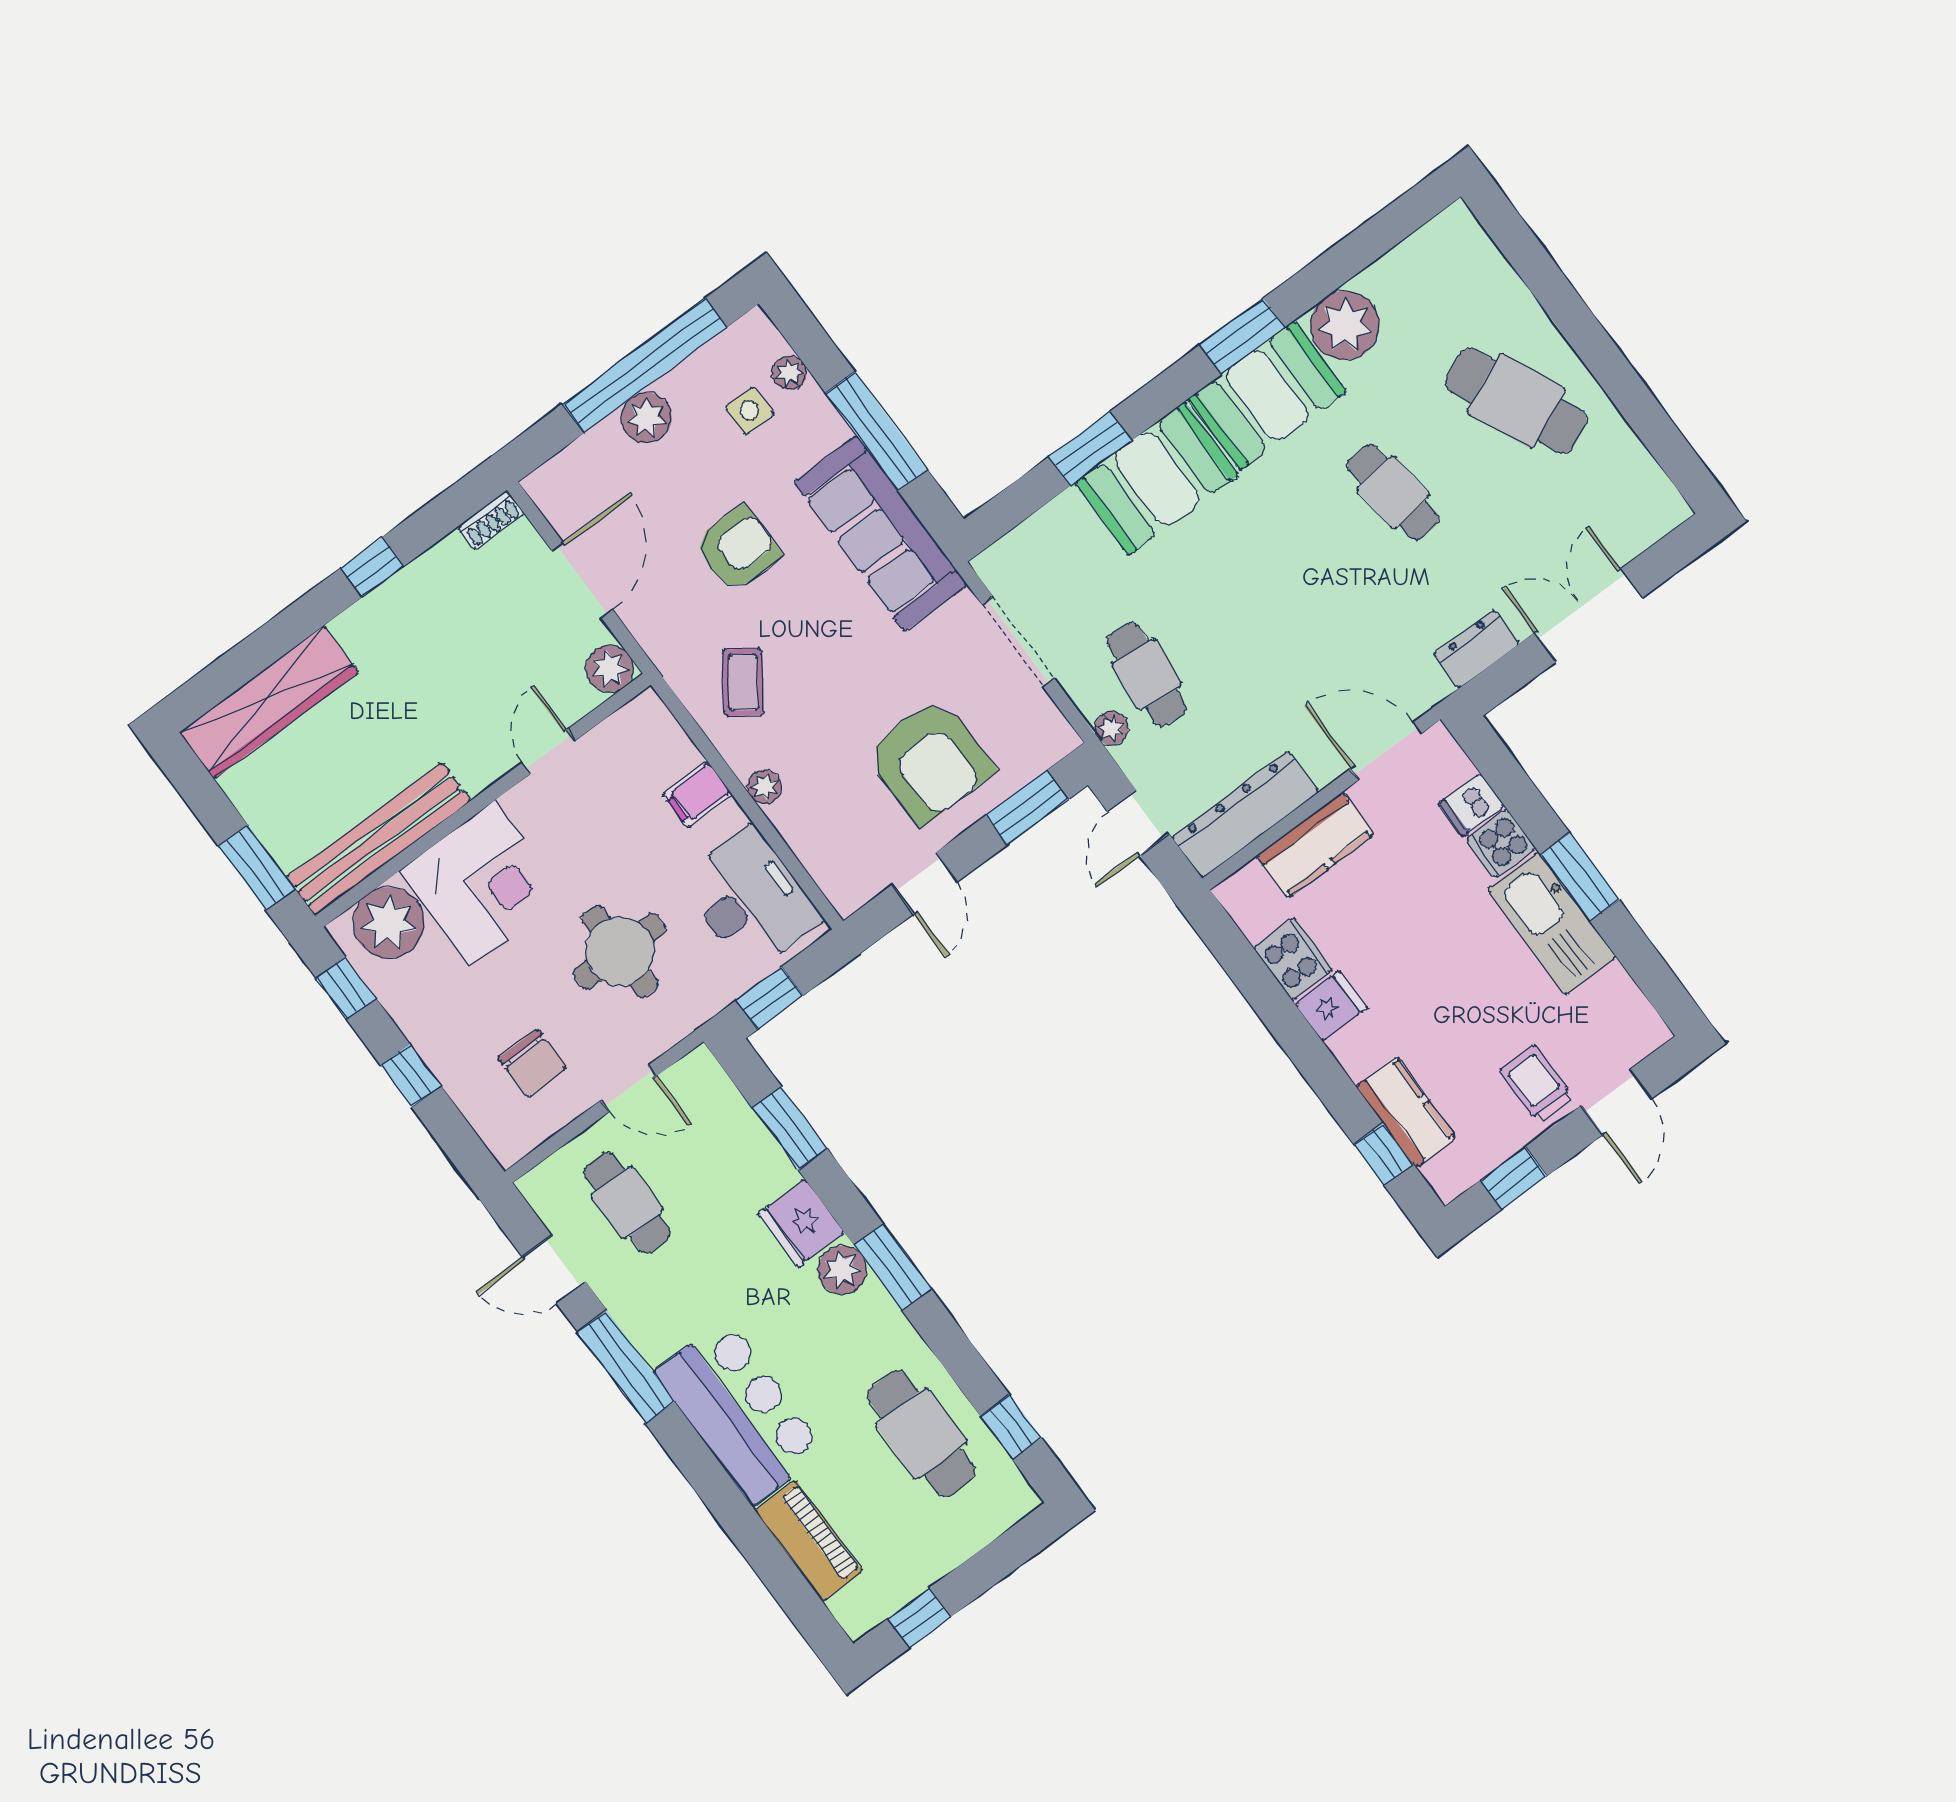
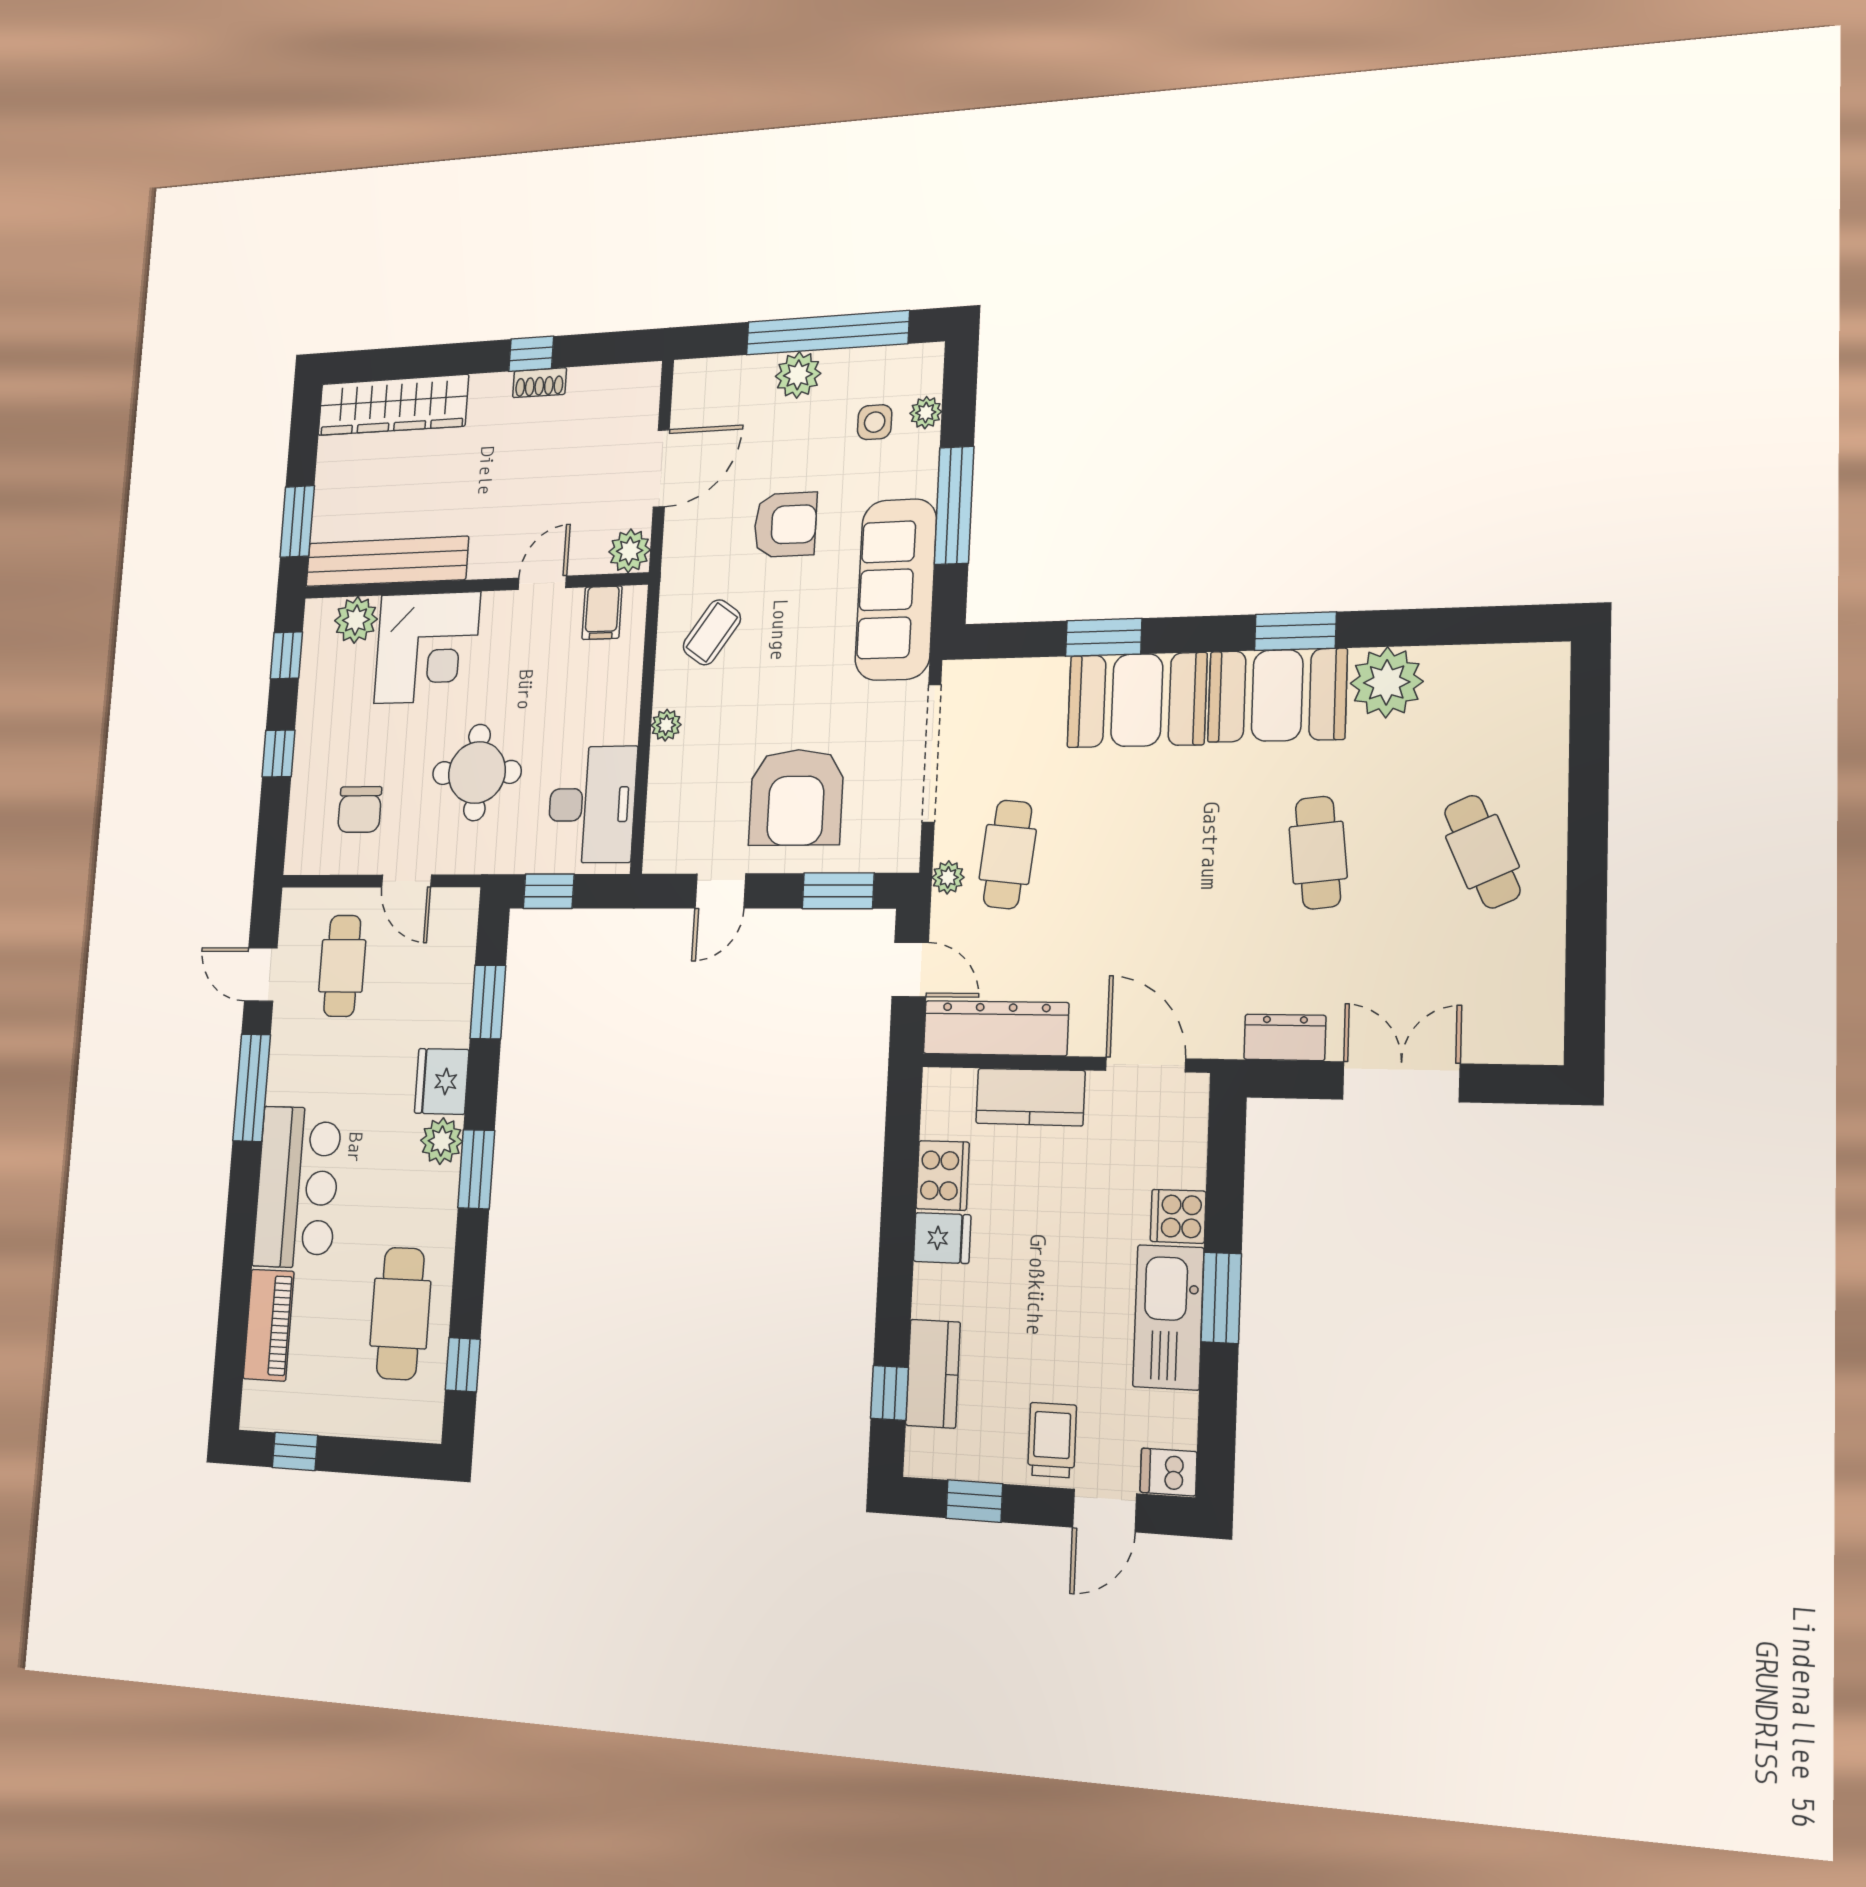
cafe table: (1516, 401) -> (1482, 852), width x0.73, depth x0.74
shoe rack: (491, 520) -> (540, 383), moved
doorway: (1018, 642) -> (931, 753), width x1.36
filing cabinet: (697, 794) -> (602, 613), moved, turned -90
dishwasher: (1471, 805) -> (1169, 1472), moved
door: (1138, 823) -> (910, 969), swing flipped
plant: (389, 923) -> (356, 620), width x0.73, depth x0.73

